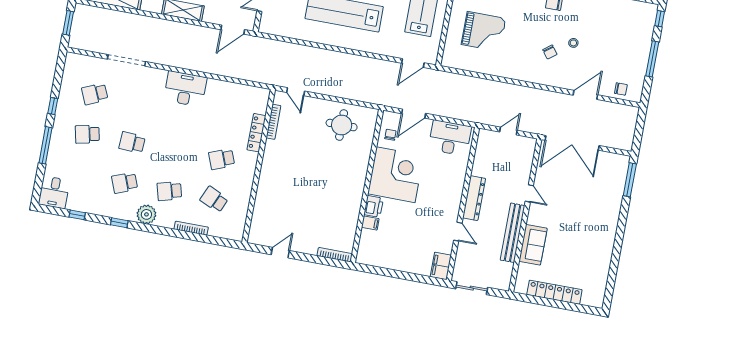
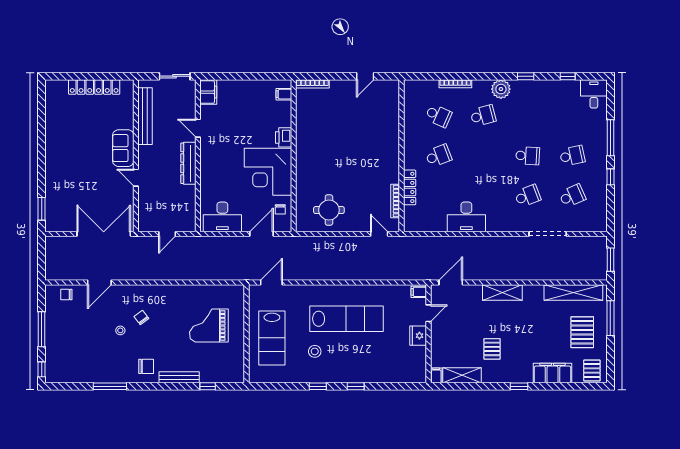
filing cabinet: (267, 26) -> (419, 292), added
desk: (185, 89) -> (466, 217), moved
window: (630, 180) -> (42, 209), width x0.69
school desk: (125, 183) -> (528, 196), moved
filing cabinet: (370, 223) -> (284, 94), moved
bench: (513, 233) -> (145, 116), moved
sofa: (533, 245) -> (123, 148), moved

